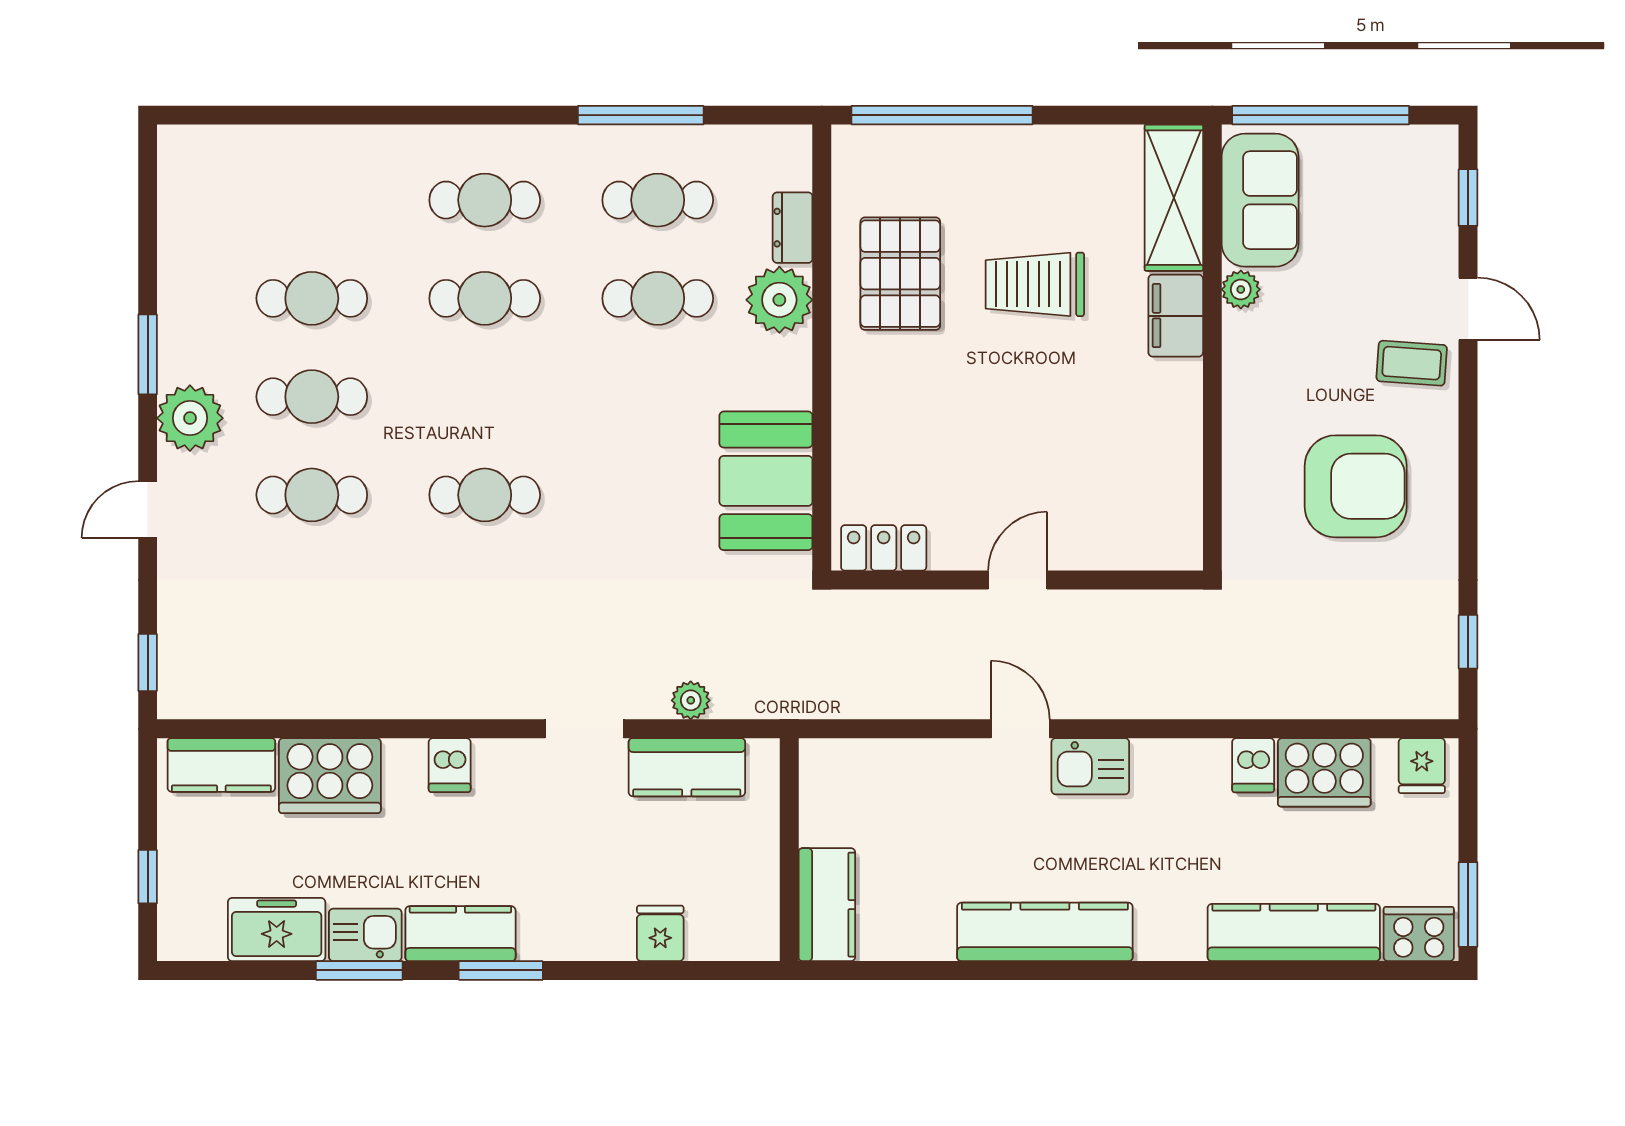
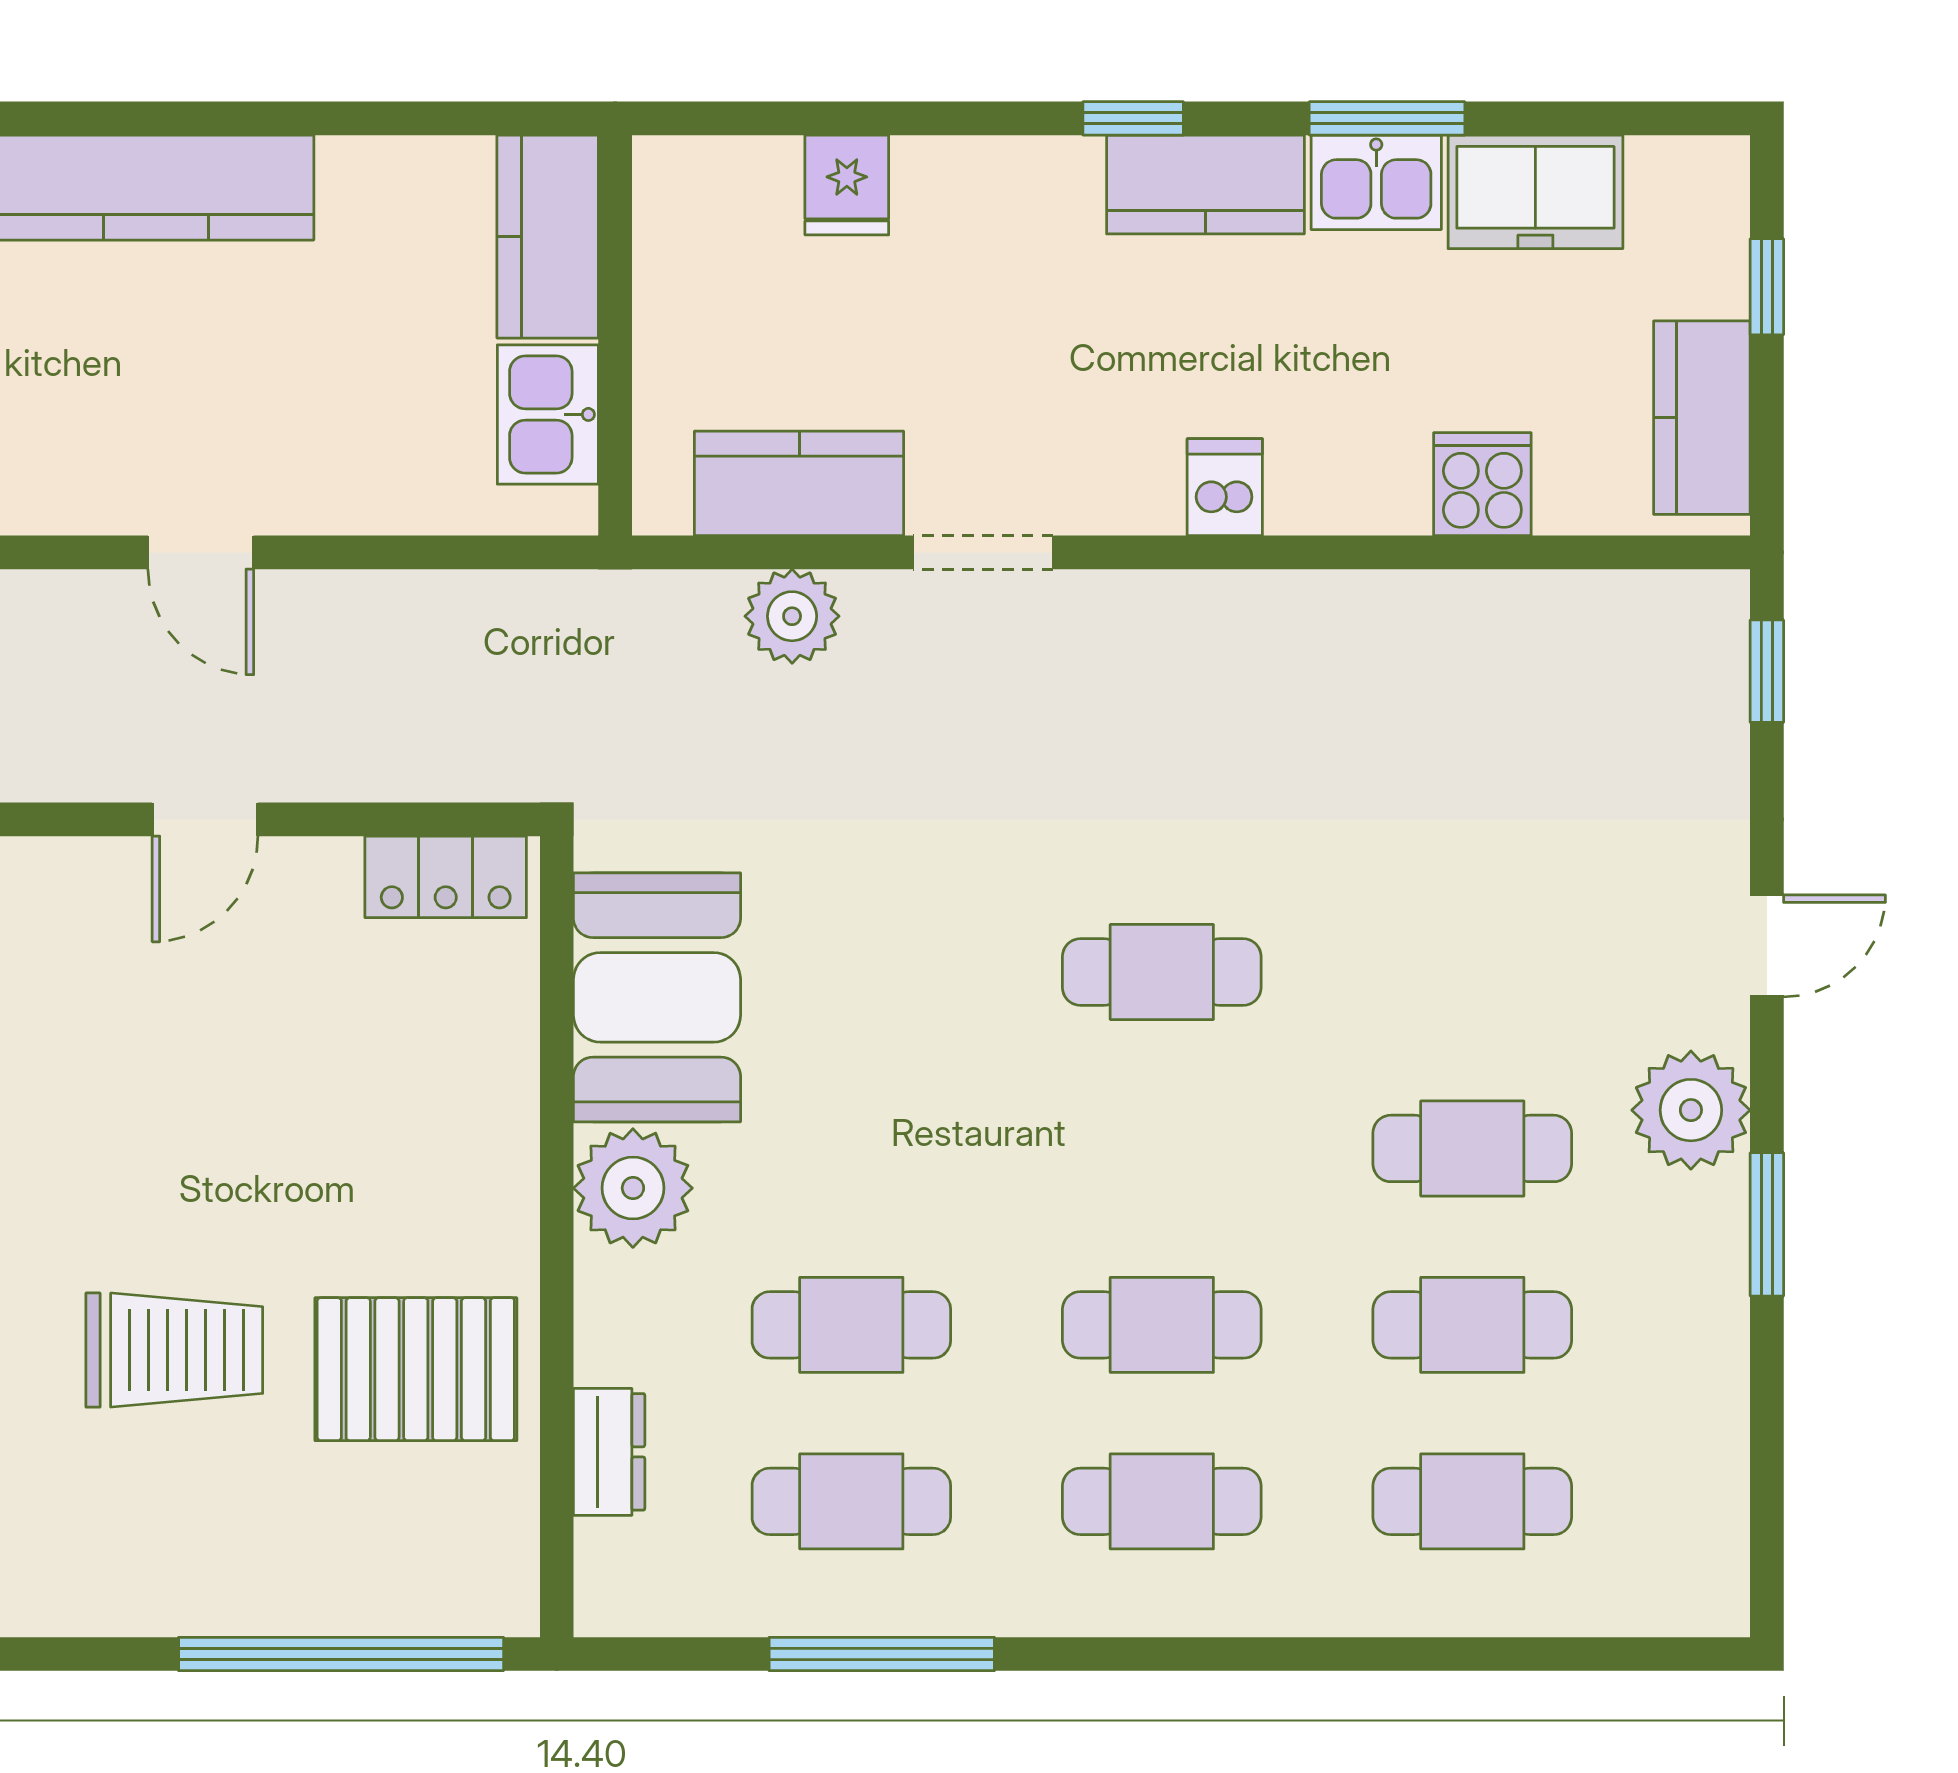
pallet: (900, 274) -> (416, 1369), turned 90
plant: (779, 300) -> (633, 1188), moved
cafe table: (312, 495) -> (1472, 1501), moved
plant: (691, 700) -> (792, 616), width x1.38, depth x1.38
kitchen counter: (221, 765) -> (1702, 418), moved, turned -90
kitchen sink: (1090, 766) -> (548, 414), moved, turned -90
cooker: (330, 776) -> (1482, 484), width x0.53, depth x0.76
window: (501, 970) -> (1133, 118), width x0.67

